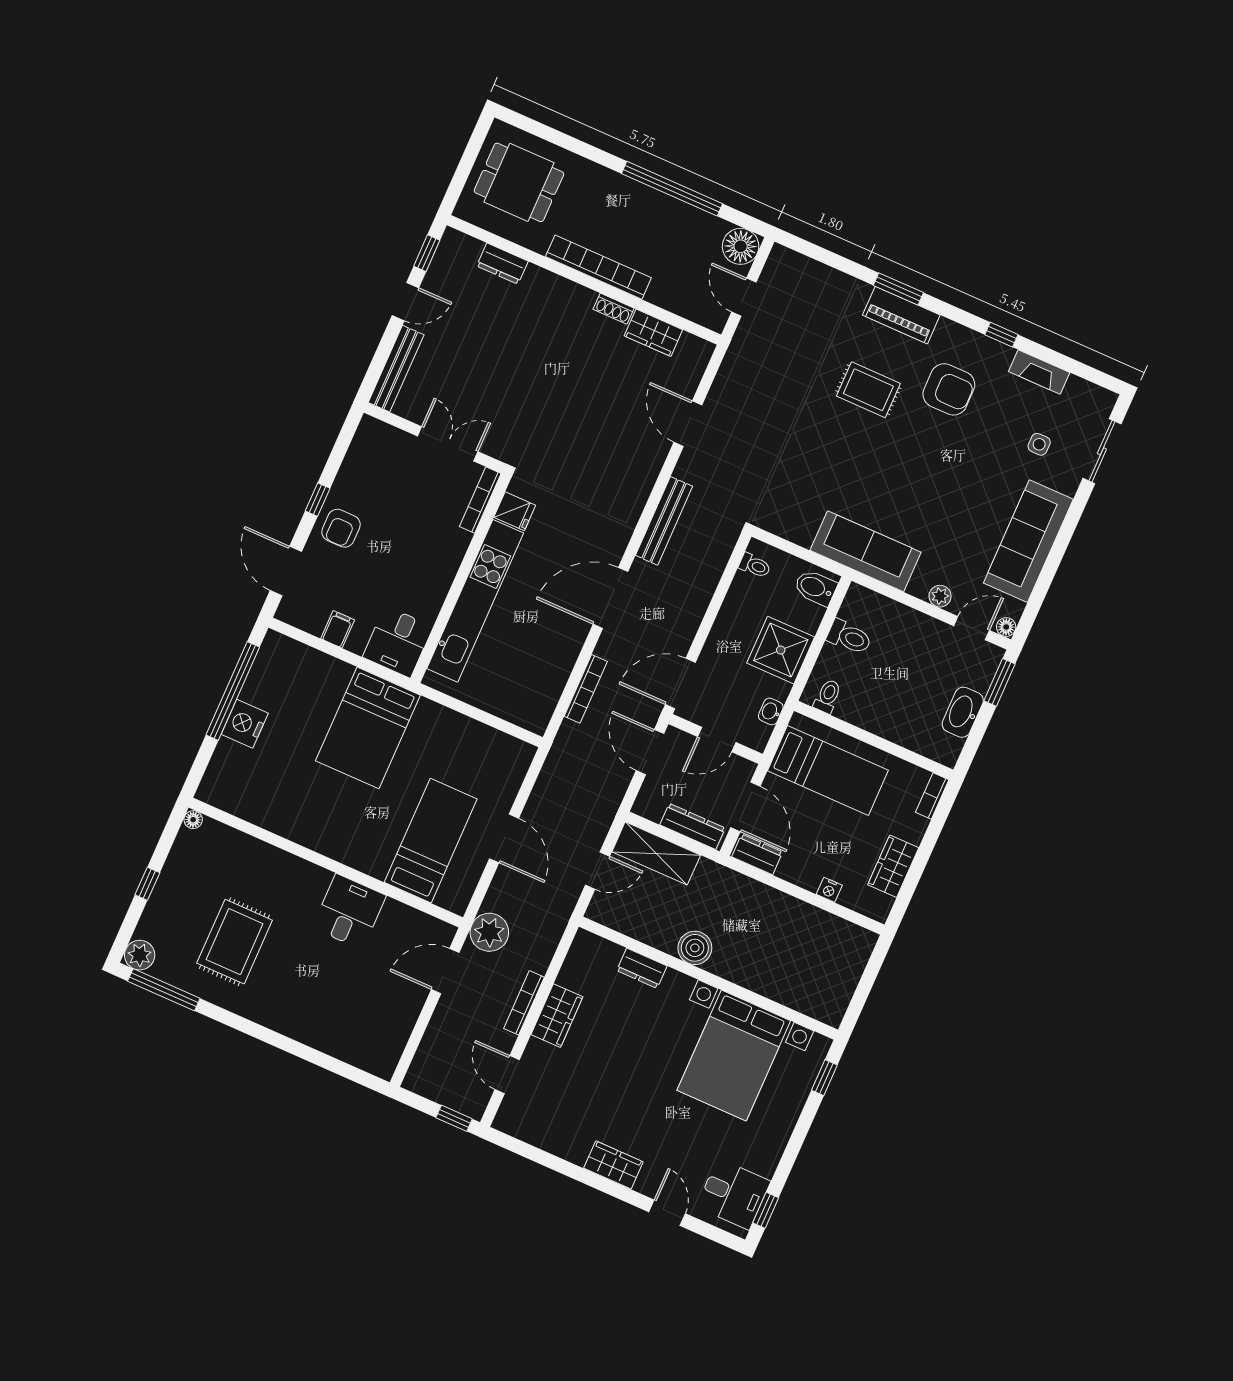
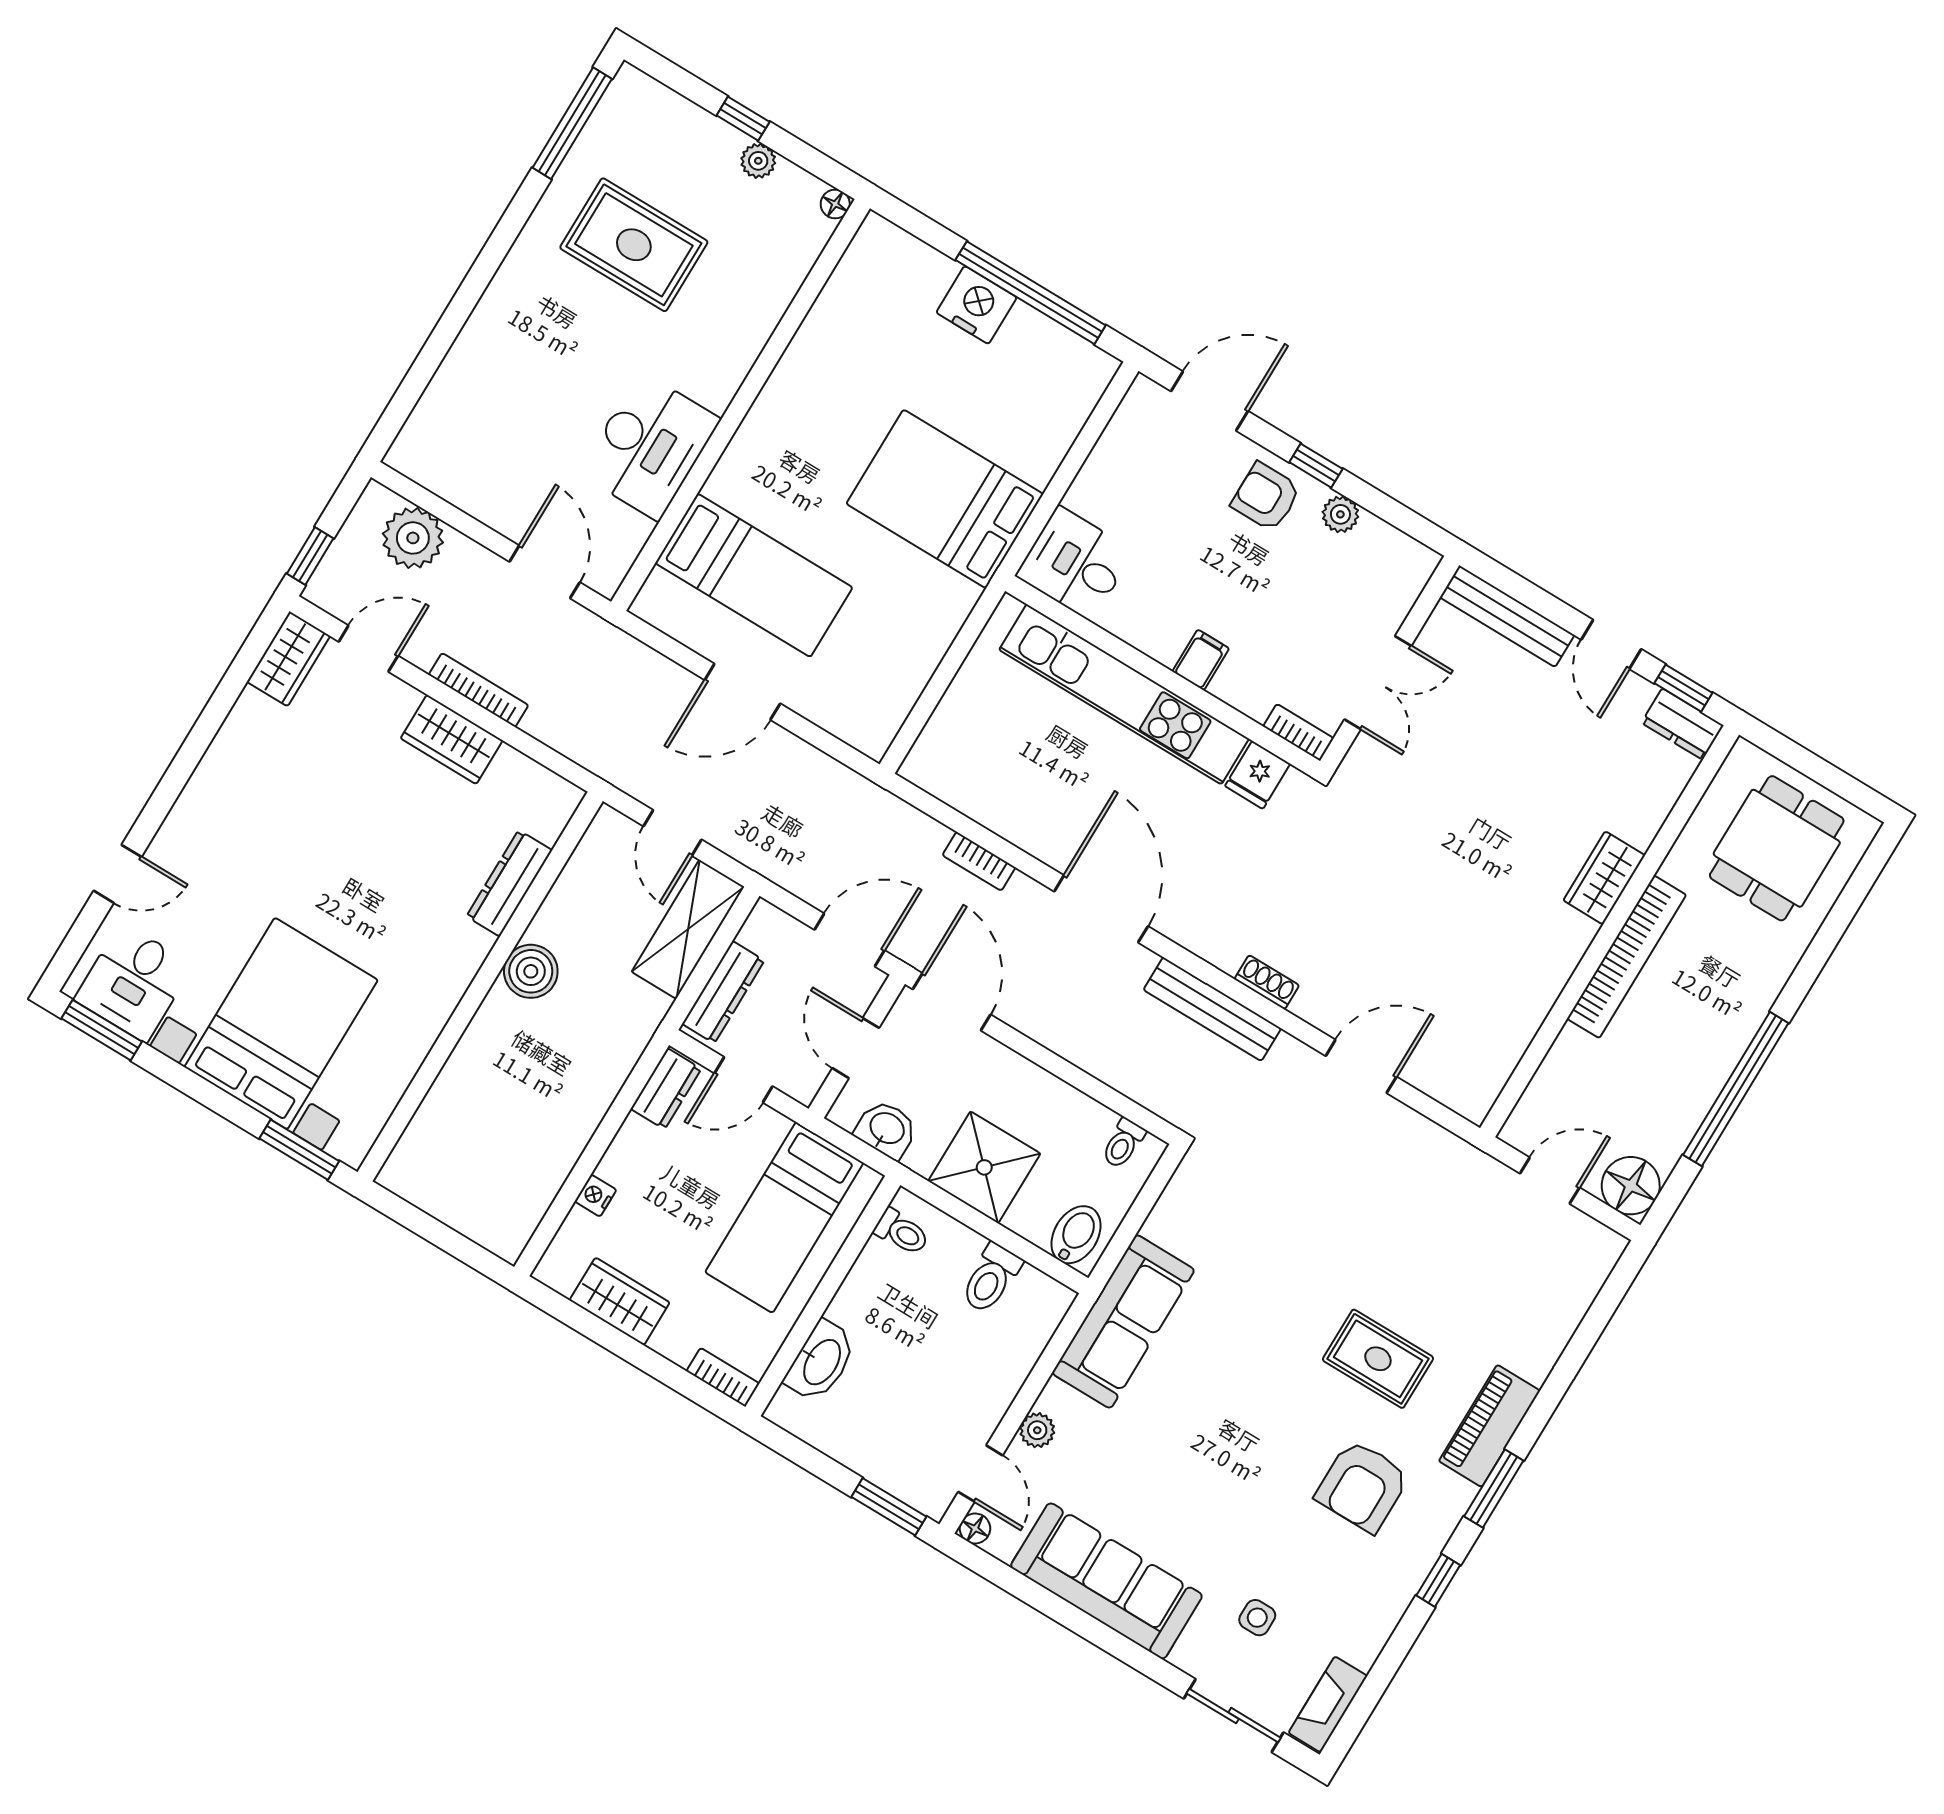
dresser: (502, 264) -> (1683, 724), moved, turned -90
window: (898, 289) -> (1494, 1488), moved
shoe rack: (614, 309) -> (1267, 982), moved, turned 90
wardrobe: (653, 333) -> (1604, 878), moved
fireplace: (1039, 372) -> (1328, 1704), moved
rug: (868, 390) -> (1378, 1359), turned 90
plant: (346, 480) -> (1340, 514), added
bookcase: (480, 500) -> (1298, 732), width x0.64
filing cabinet: (338, 629) -> (1201, 660), moved, turned -90
bookcase: (586, 689) -> (979, 861), width x0.64
washbasin: (771, 711) -> (886, 1129), width x1.38, depth x1.45
washbasin: (963, 712) -> (821, 1361), moved, turned 90
door: (745, 807) -> (743, 1080), width x0.73
desk: (349, 912) -> (650, 446), width x1.37
plant: (489, 932) -> (413, 538), moved
plant: (140, 955) -> (758, 161), moved, width x0.73, depth x0.73
dresser: (642, 968) -> (509, 883), width x1.44
bed with nightstands: (734, 1056) -> (281, 1024), moved, turned 90
window: (824, 1078) -> (299, 1150), width x1.50
wardrobe: (613, 1165) -> (289, 659), moved
window: (766, 1210) -> (102, 1030), width x1.50

